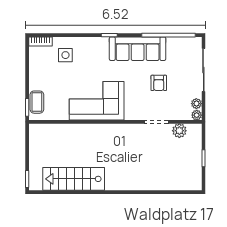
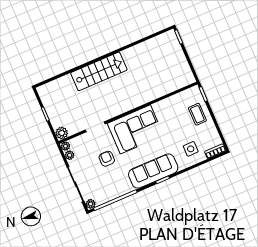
plant: (196, 43) -> (91, 204), added
sofa: (138, 49) -> (153, 171), moved
corner sofa: (97, 101) -> (135, 129), moved
coffee table: (37, 102) -> (197, 114), moved
plant: (179, 131) -> (62, 133), moved
stairs: (74, 179) -> (99, 71), moved

